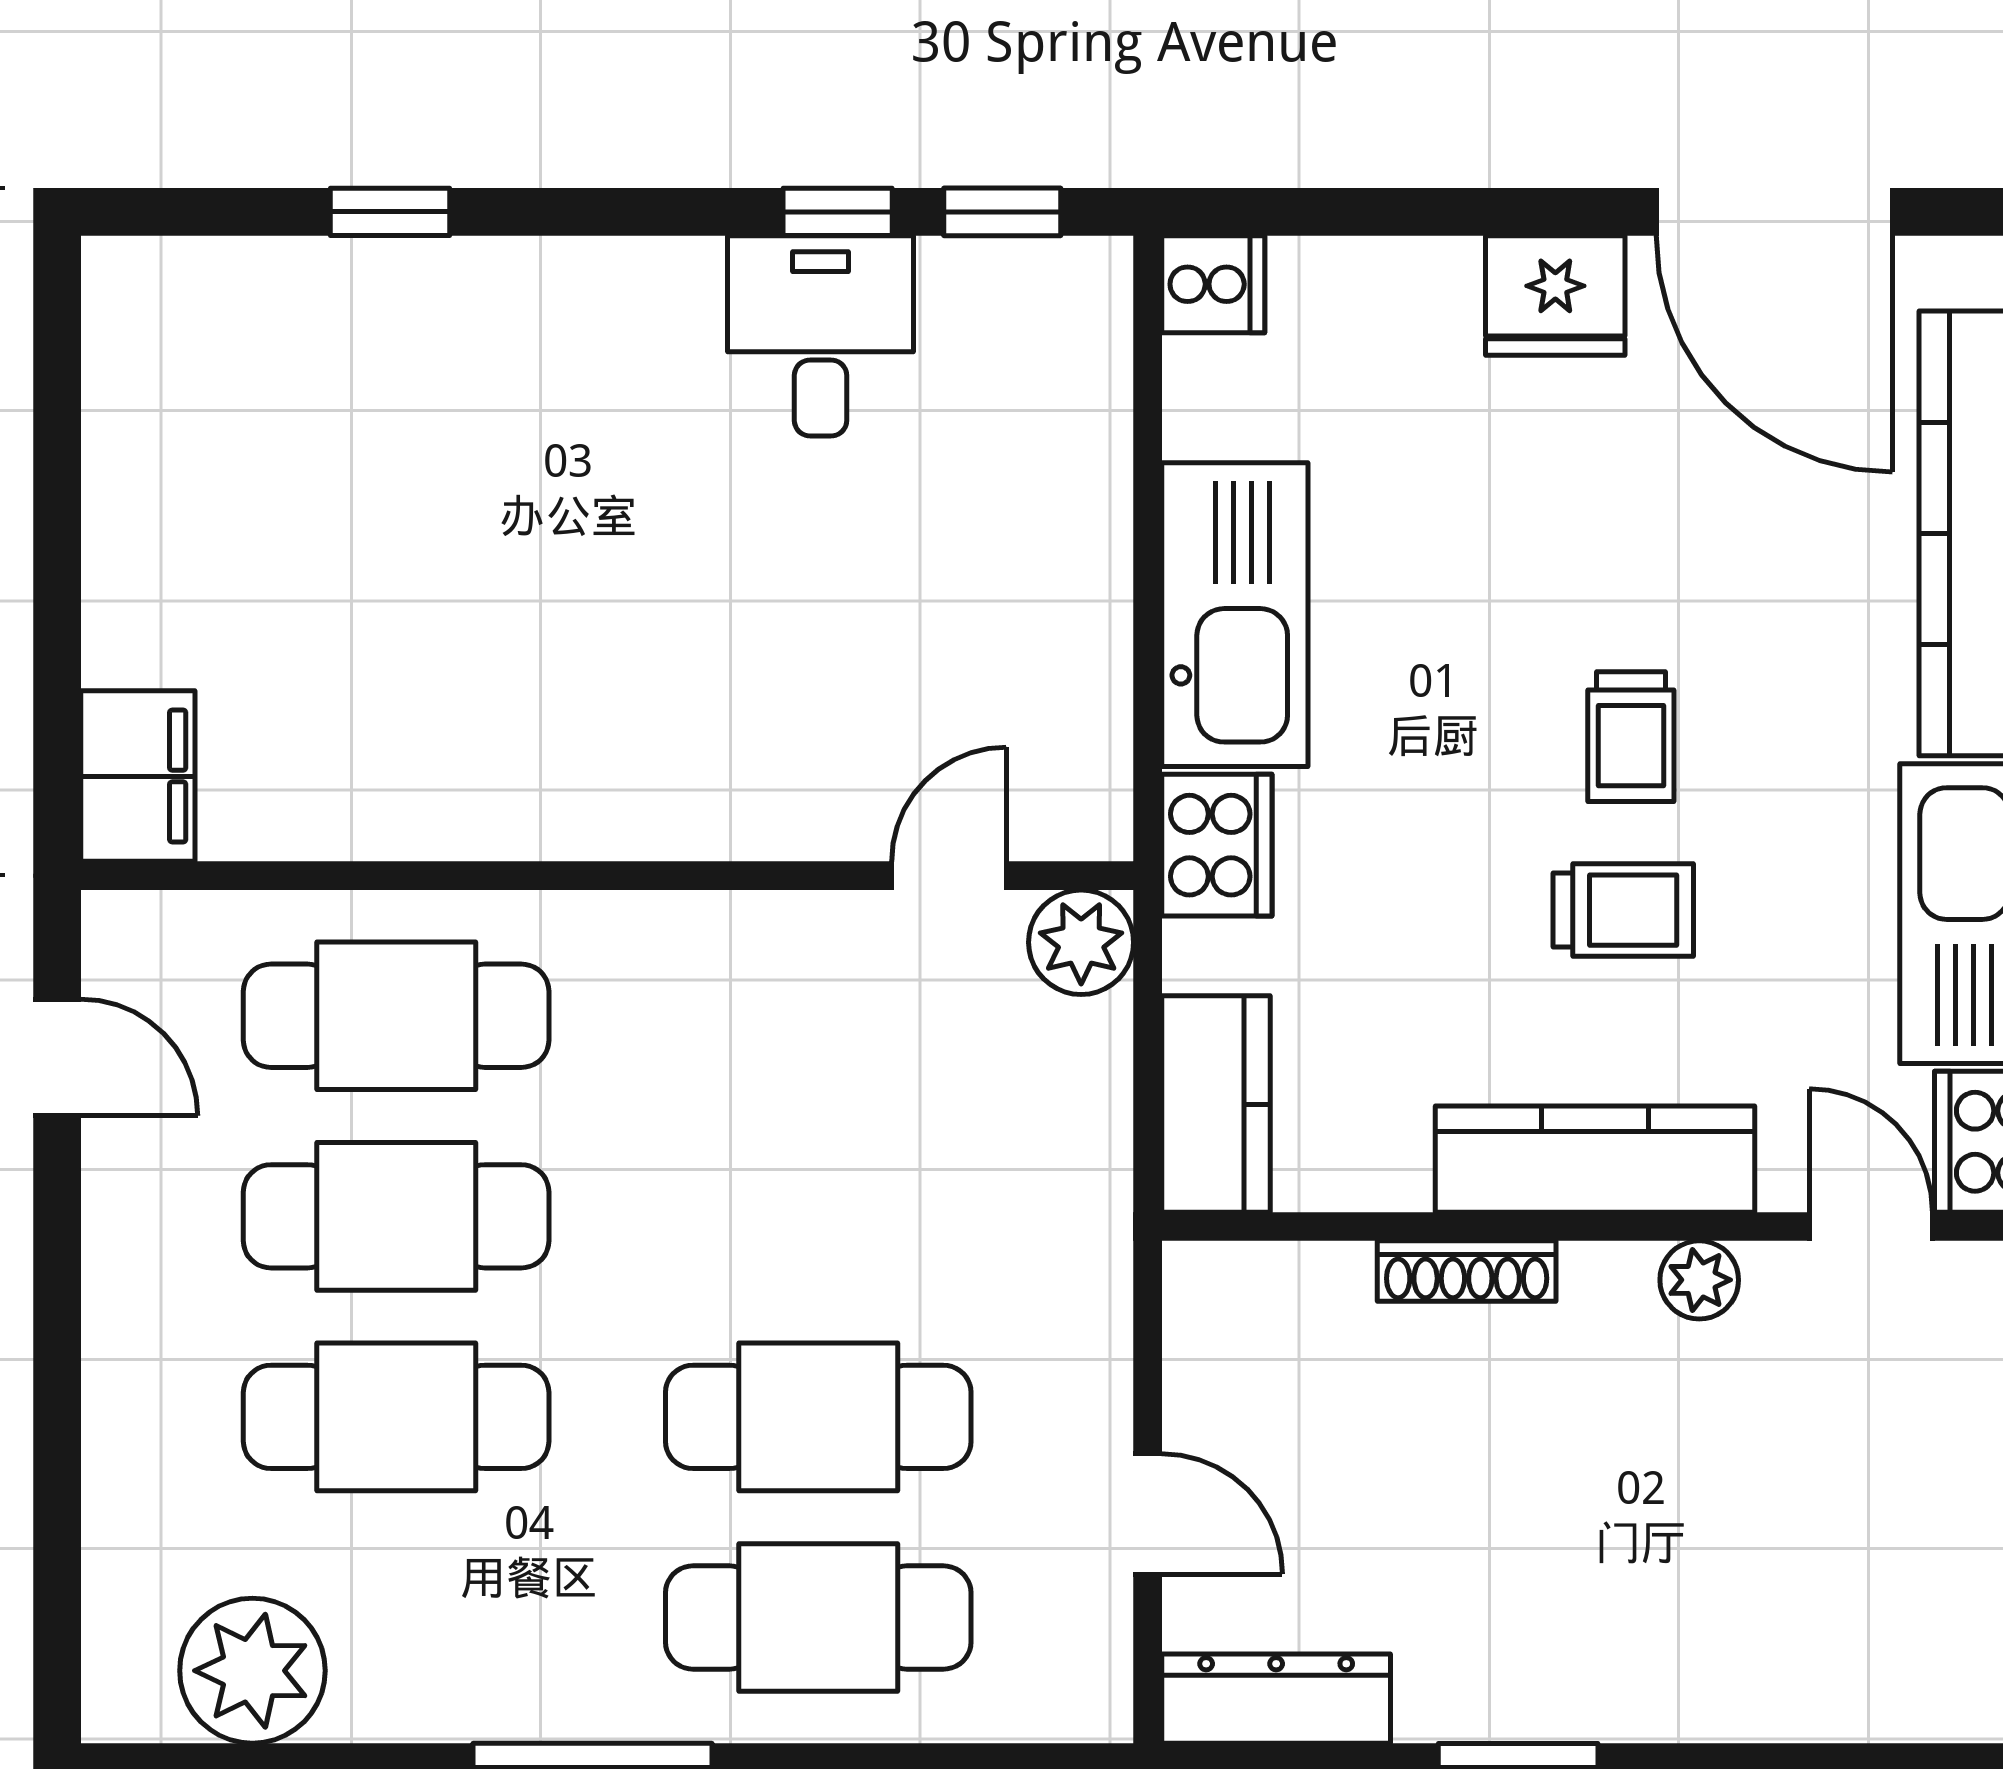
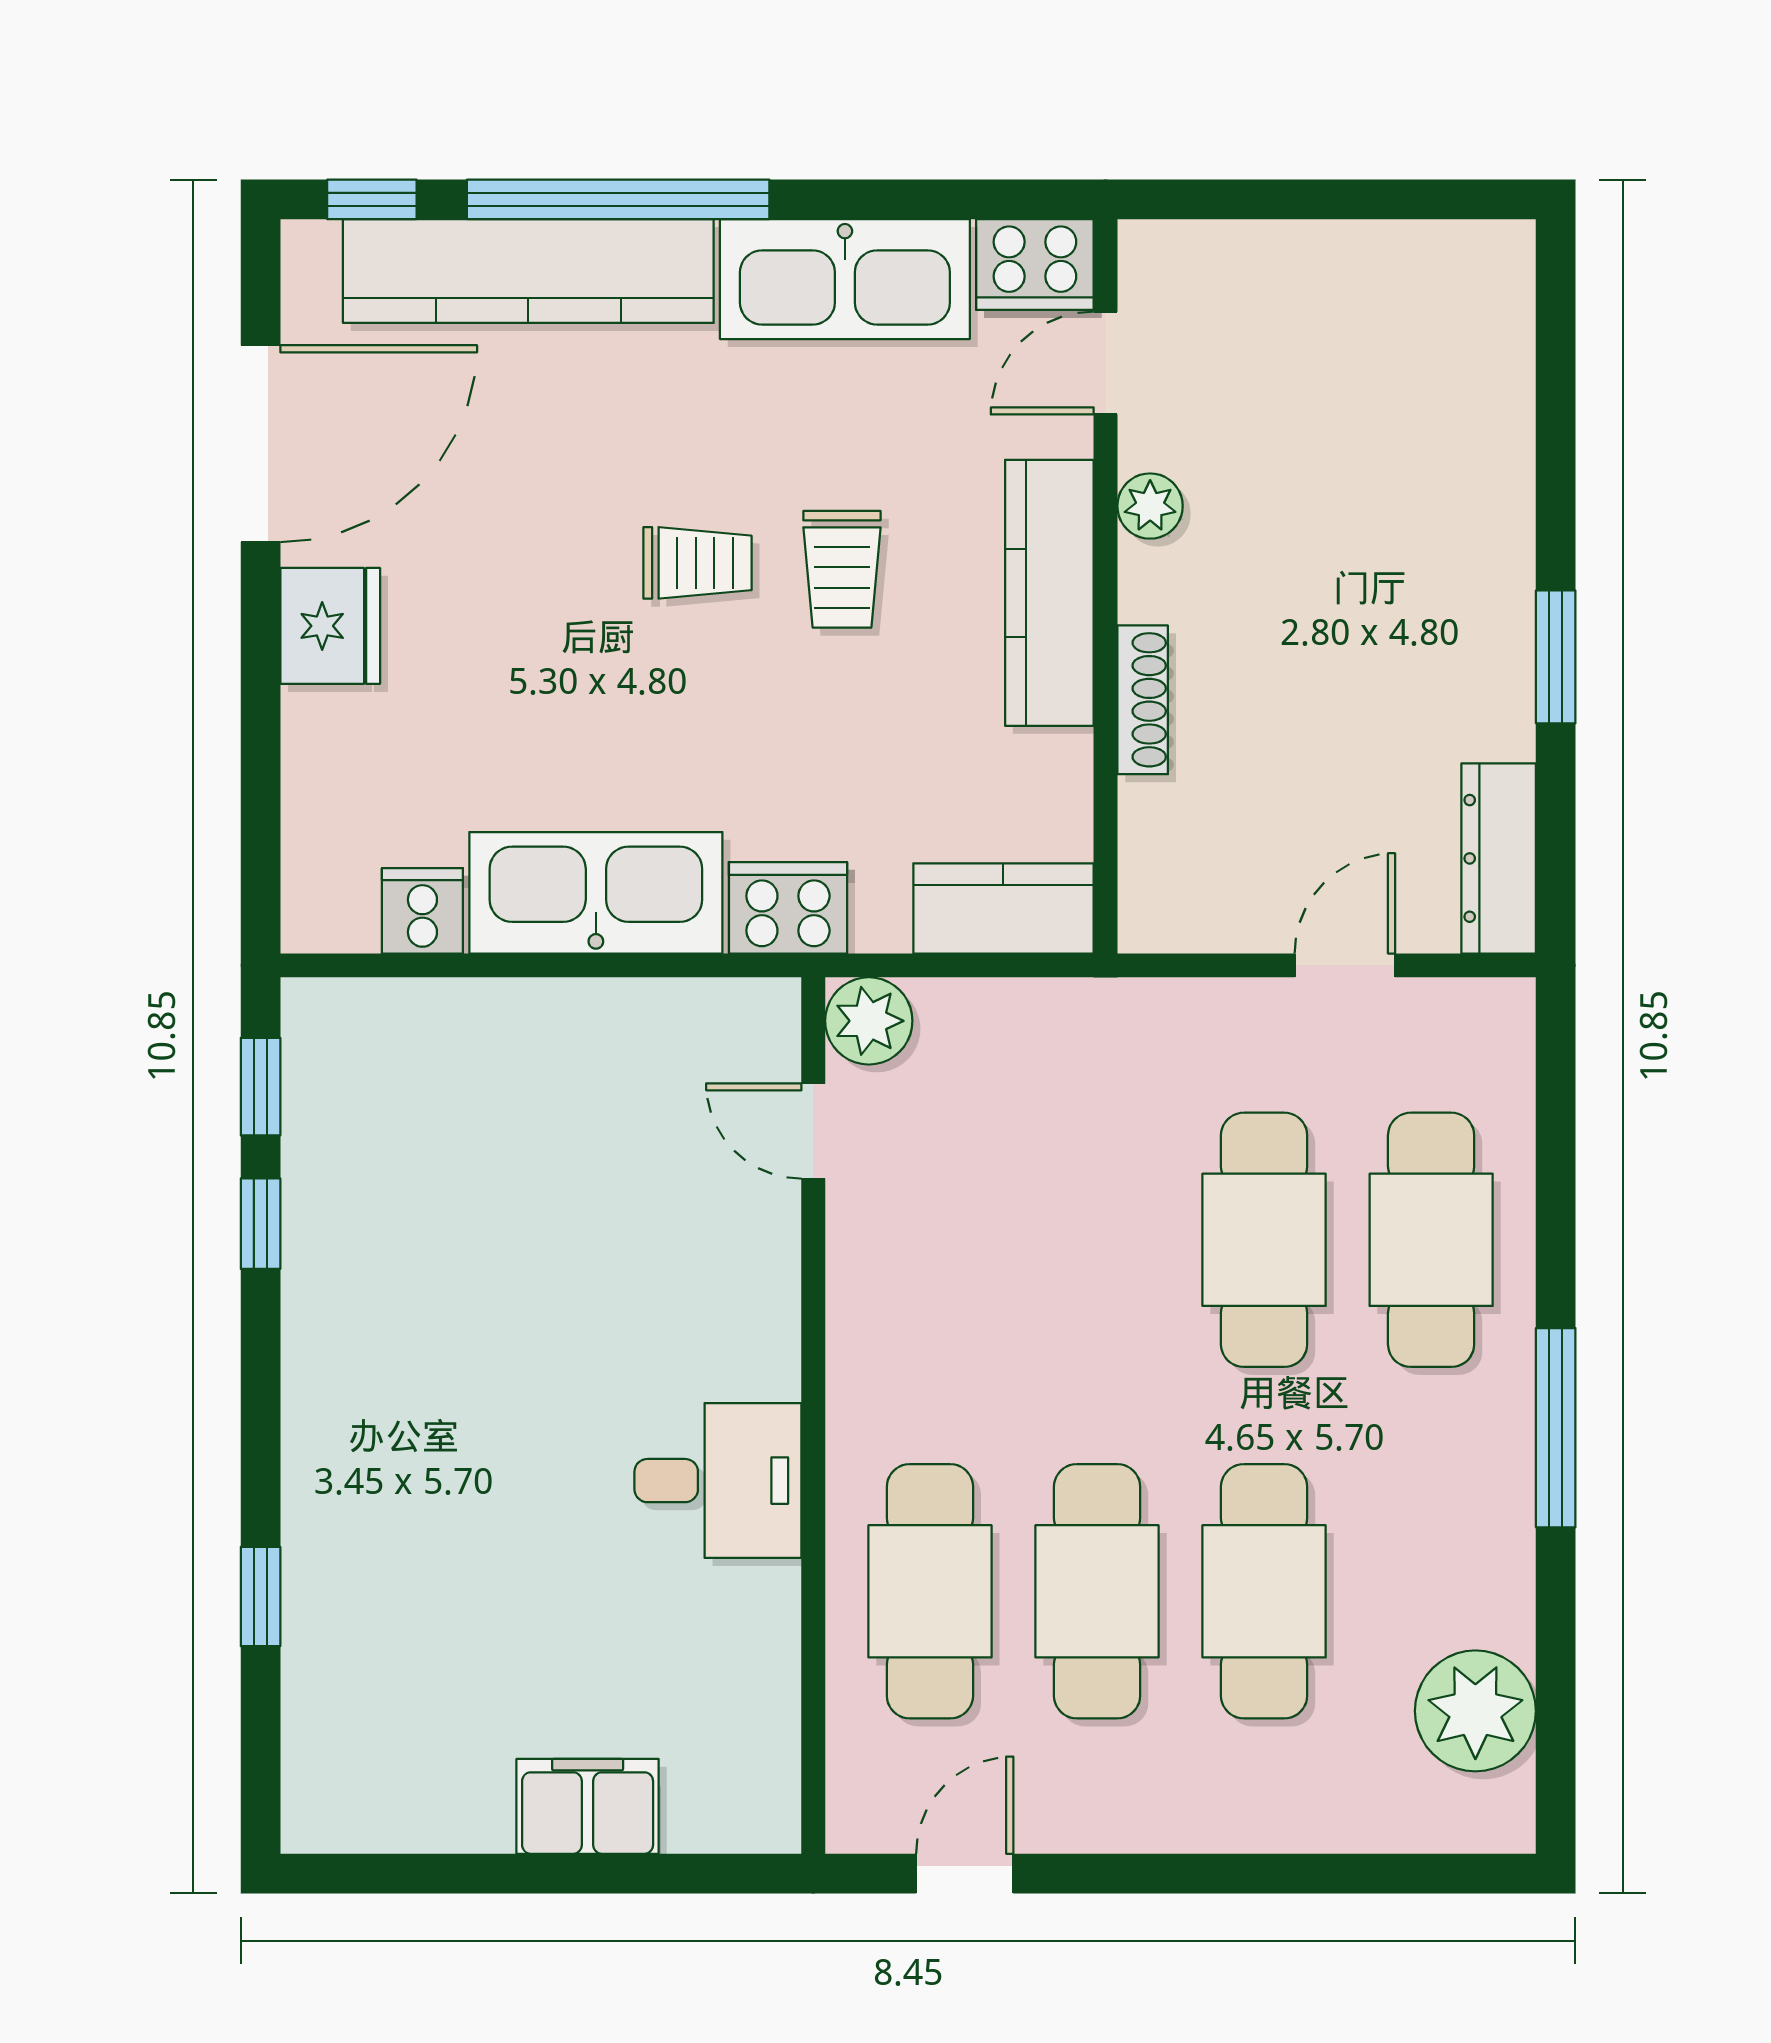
cooker: (1213, 284) -> (422, 911), moved
desk: (821, 336) -> (718, 1481), moved, turned 180
filing cabinet: (138, 776) -> (588, 1806), moved
trolley: (1623, 910) -> (842, 569), turned 180

